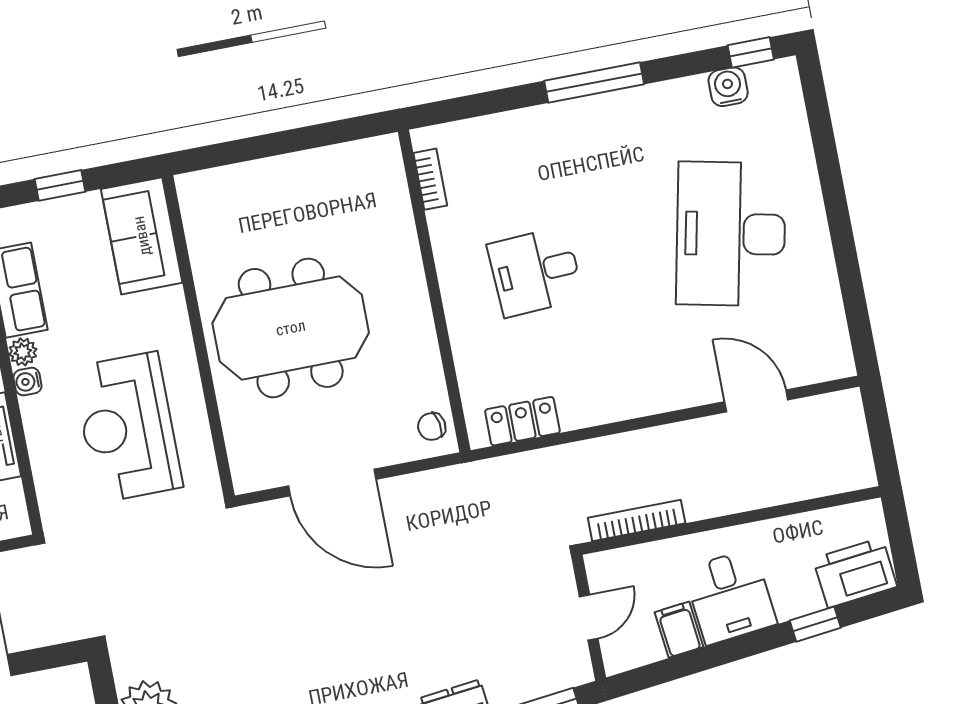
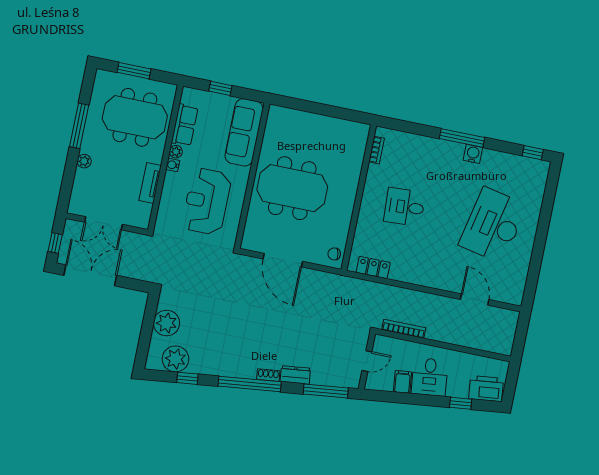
water cooler: (728, 87) -> (473, 154), moved
sofa: (142, 236) -> (244, 132), width x1.36

